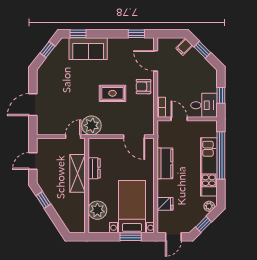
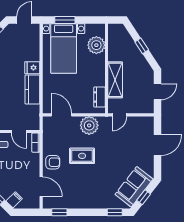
sofa: (88, 49) -> (134, 187), moved, turned -52
plant: (91, 125) -> (89, 125), moved
dresser: (94, 168) -> (99, 97), moved
window: (43, 200) -> (142, 46), moved
fridge: (165, 204) -> (32, 68), moved

